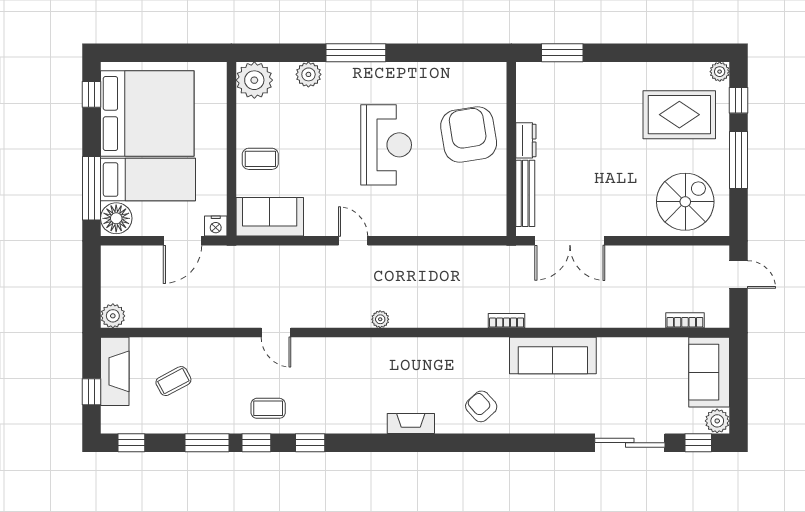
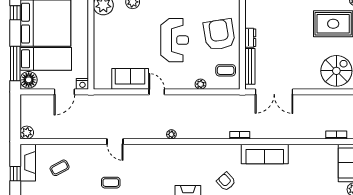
coffee table: (260, 159) -> (226, 70), moved
sofa: (270, 217) -> (130, 79), moved
plant: (434, 226) -> (200, 84), added

